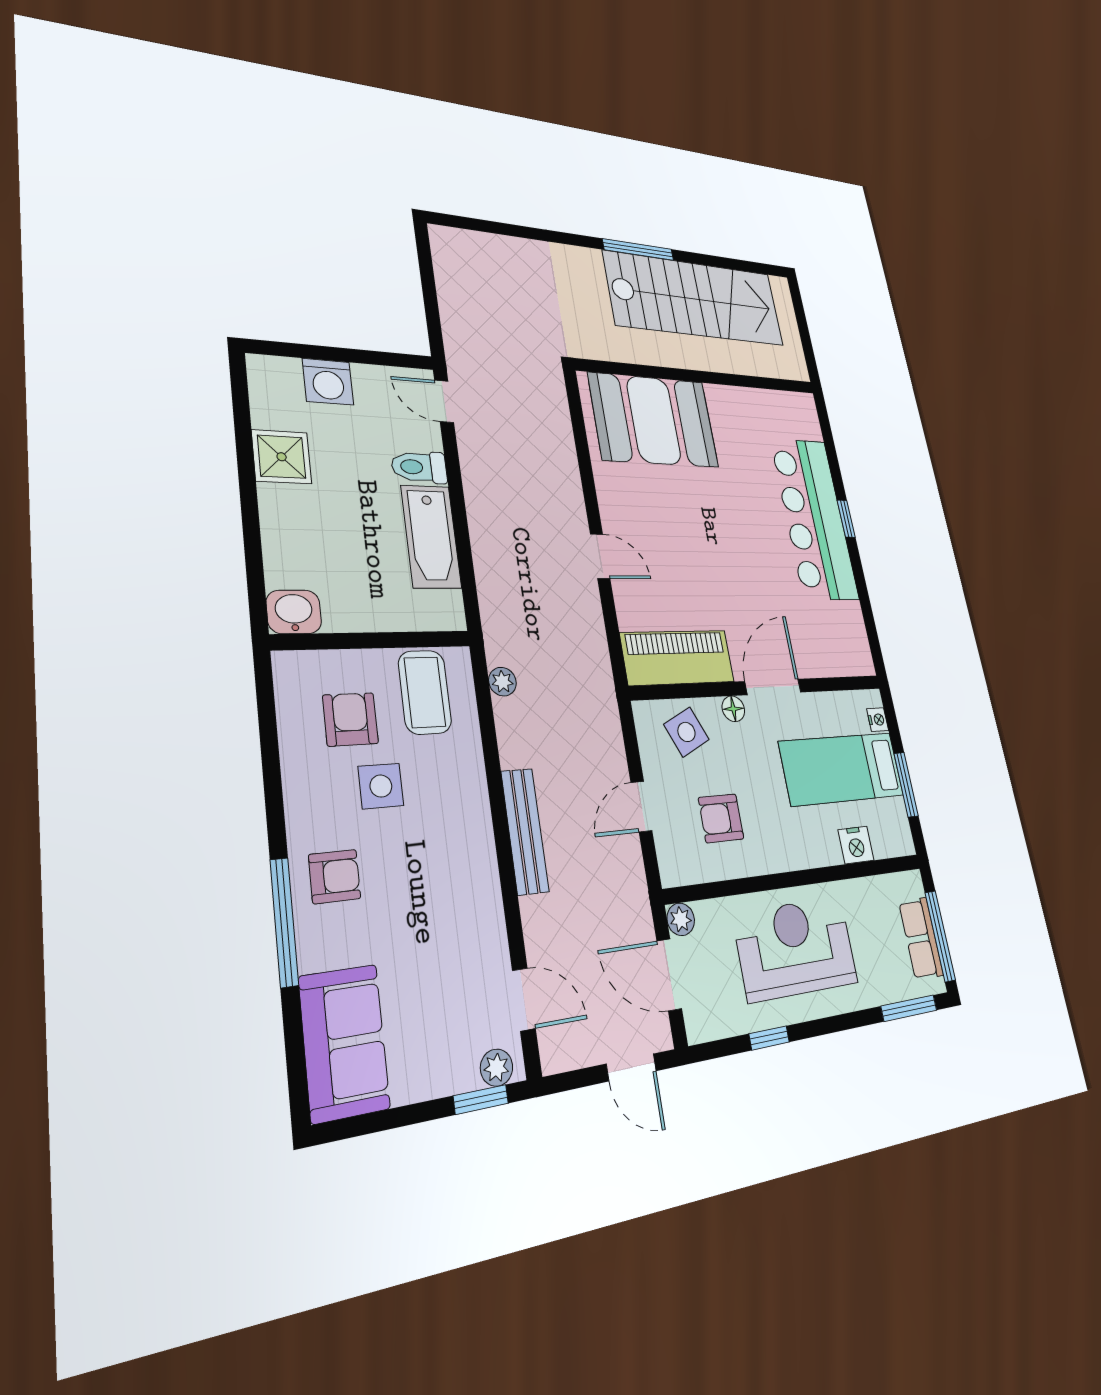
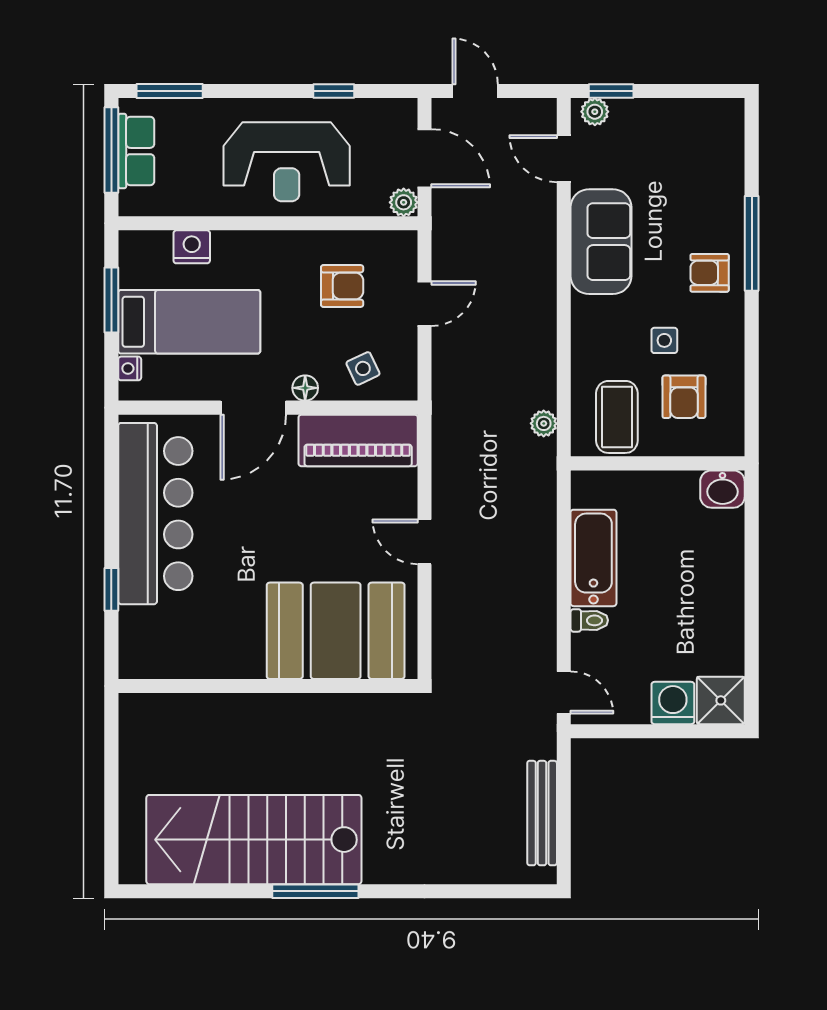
wall: (700, 377) -> (268, 686), moved
booth: (654, 420) -> (336, 631), moved
shower: (282, 457) -> (721, 700), moved
toilet: (419, 467) -> (589, 620), width x0.73, depth x0.72
bar counter: (814, 519) -> (155, 514), moved
side table: (686, 732) -> (363, 368), width x0.73, depth x0.73
side table: (381, 786) -> (664, 340), width x0.73, depth x0.73
bench: (525, 831) -> (542, 813), moved
sofa: (344, 1042) -> (601, 242), moved, turned 180

